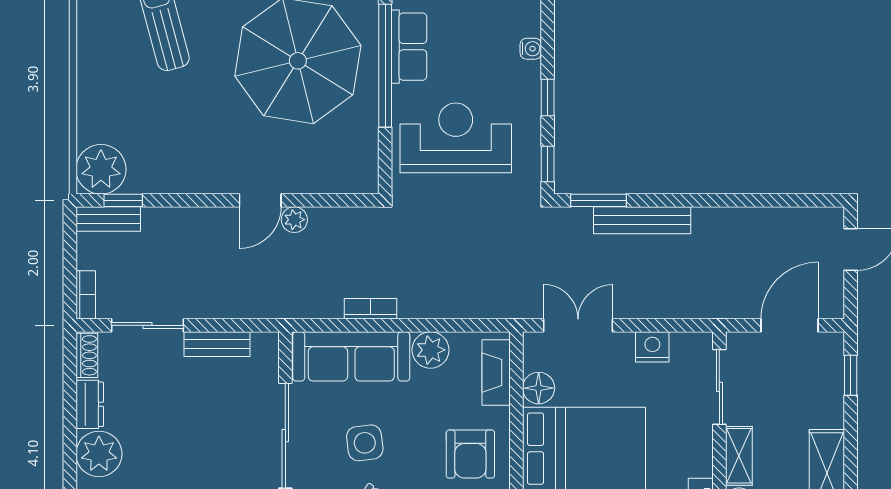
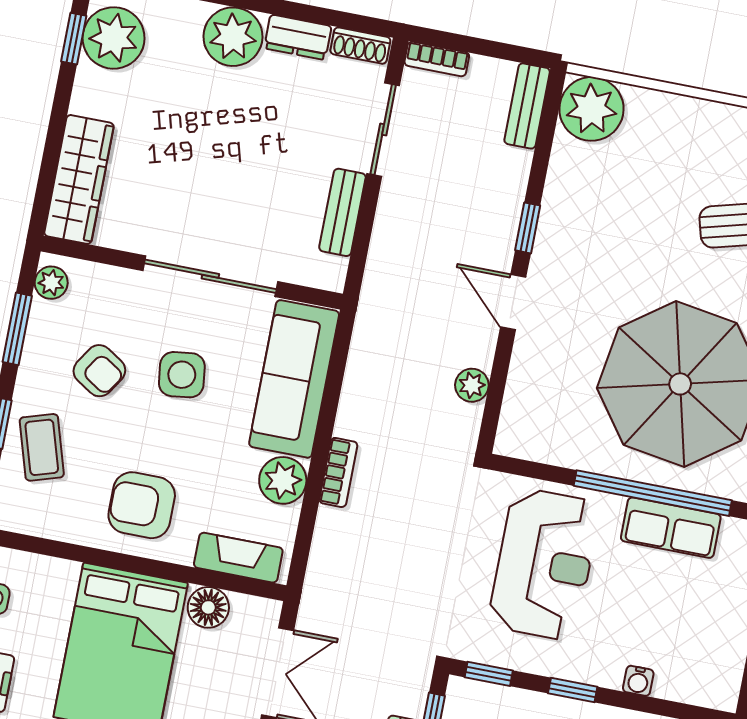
window: (123, 200) -> (528, 228), moved
plant: (294, 220) -> (472, 385), moved
bookcase: (371, 309) -> (338, 472), moved

